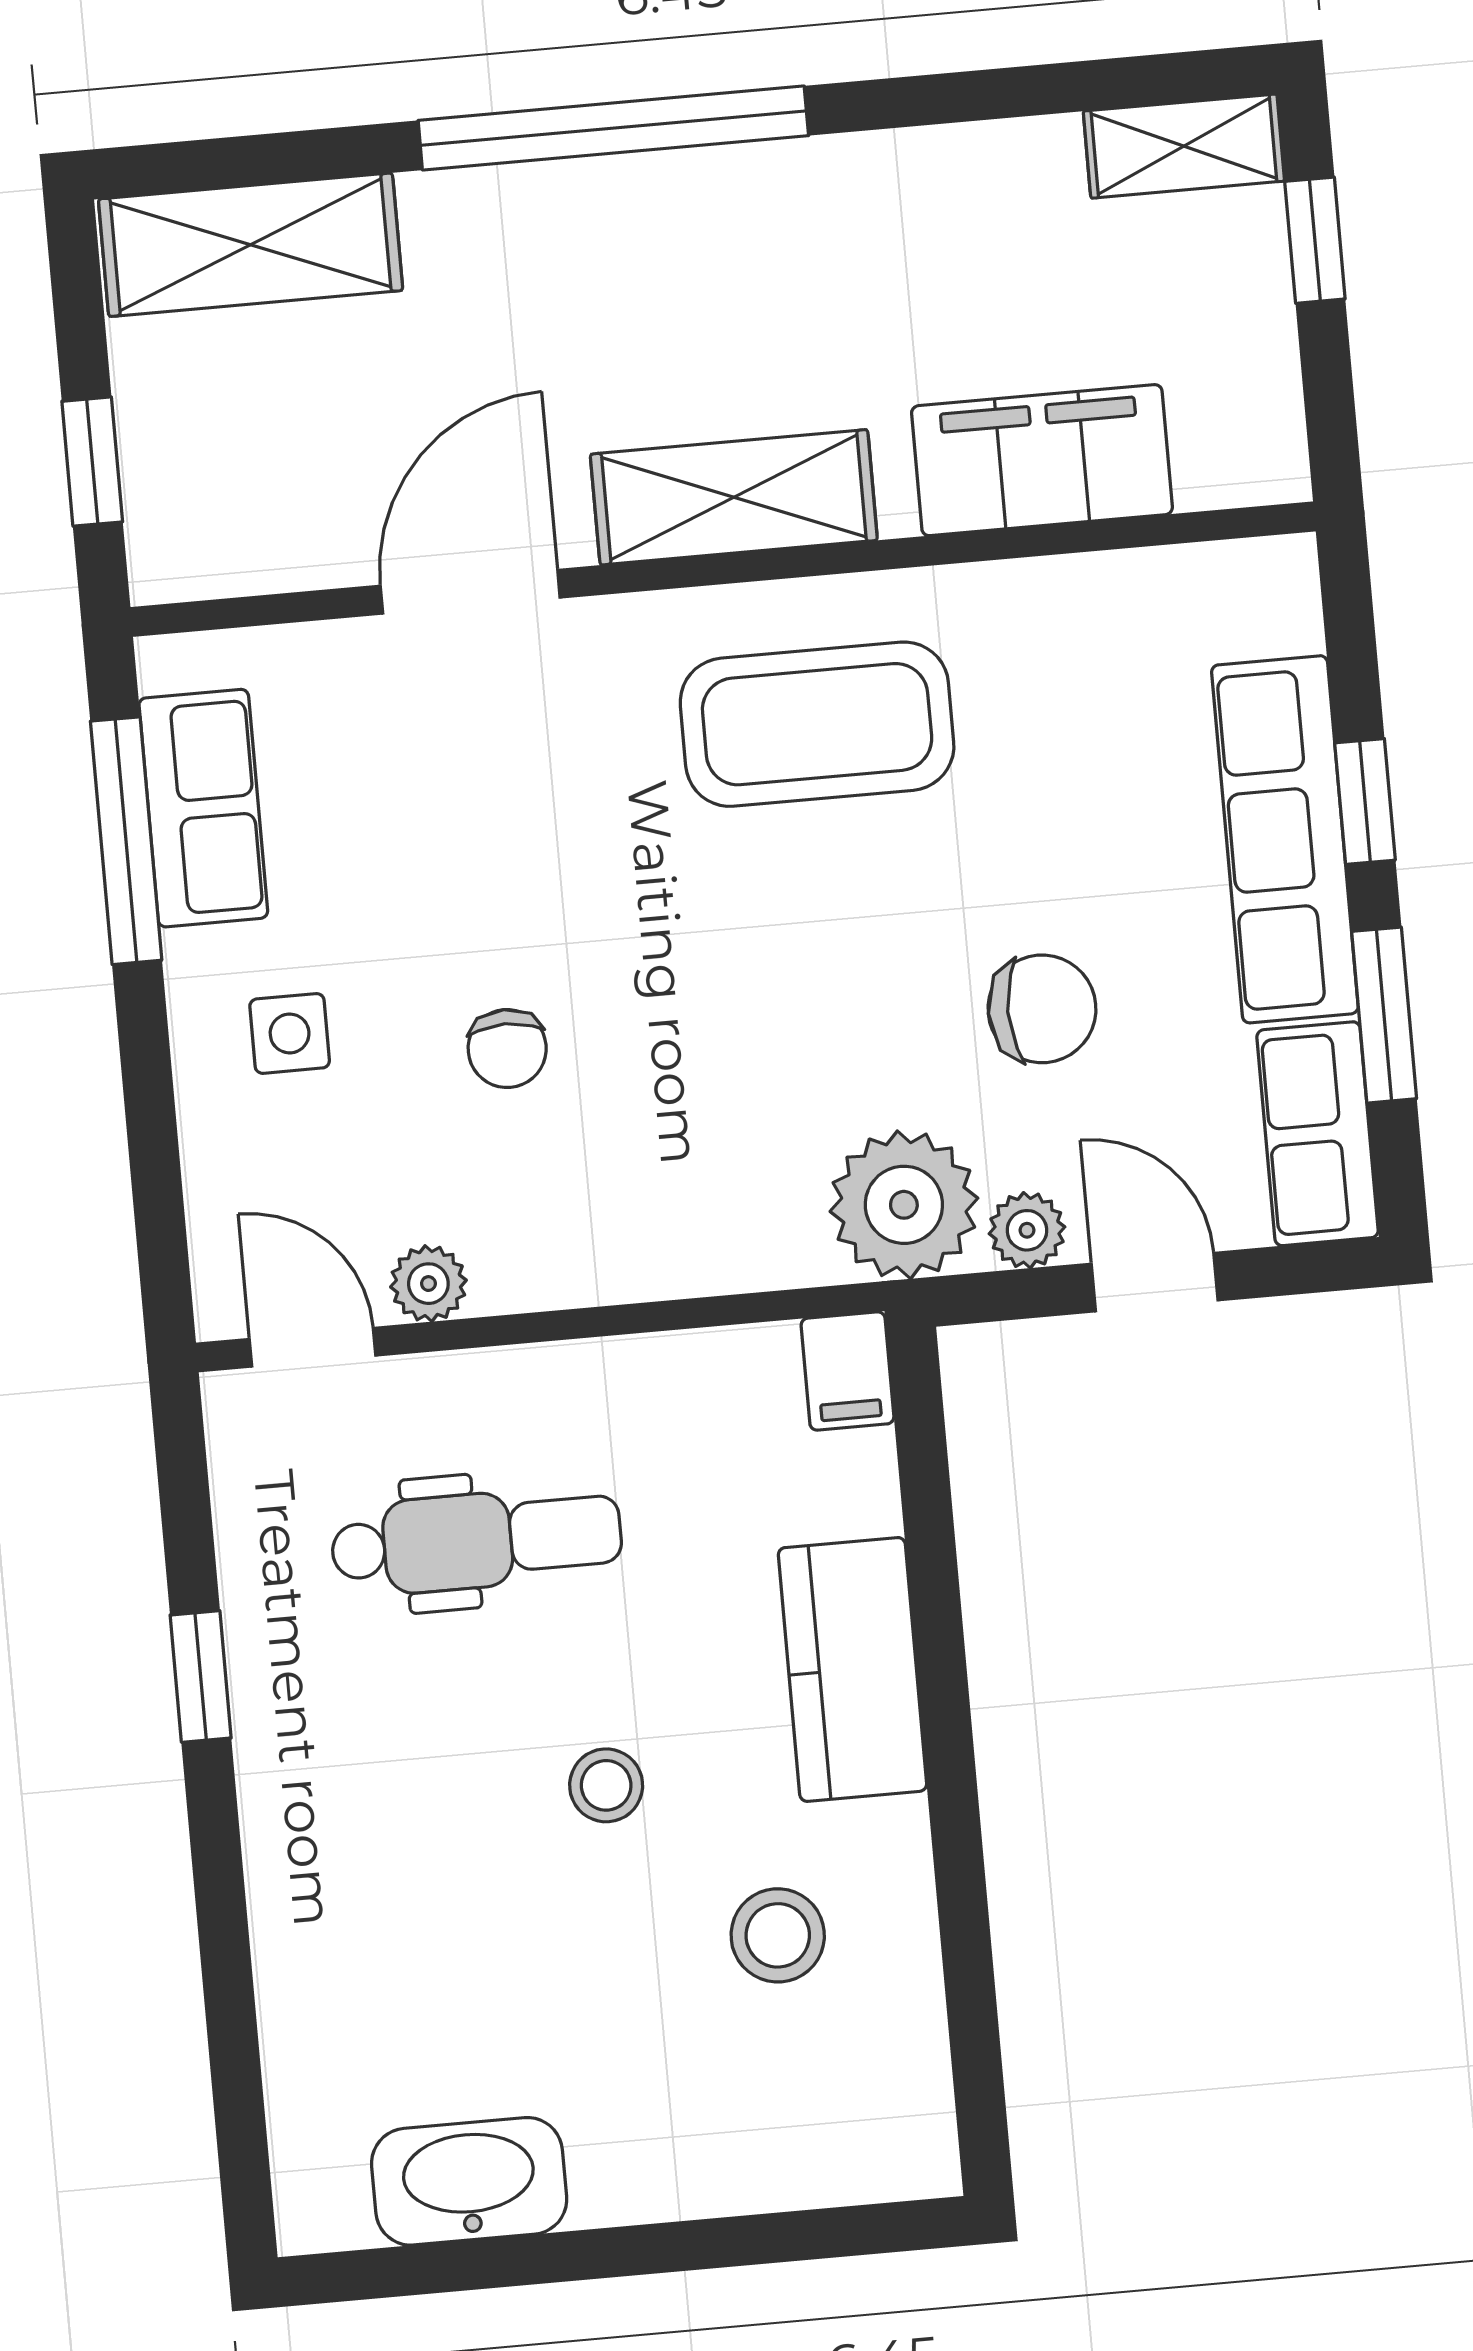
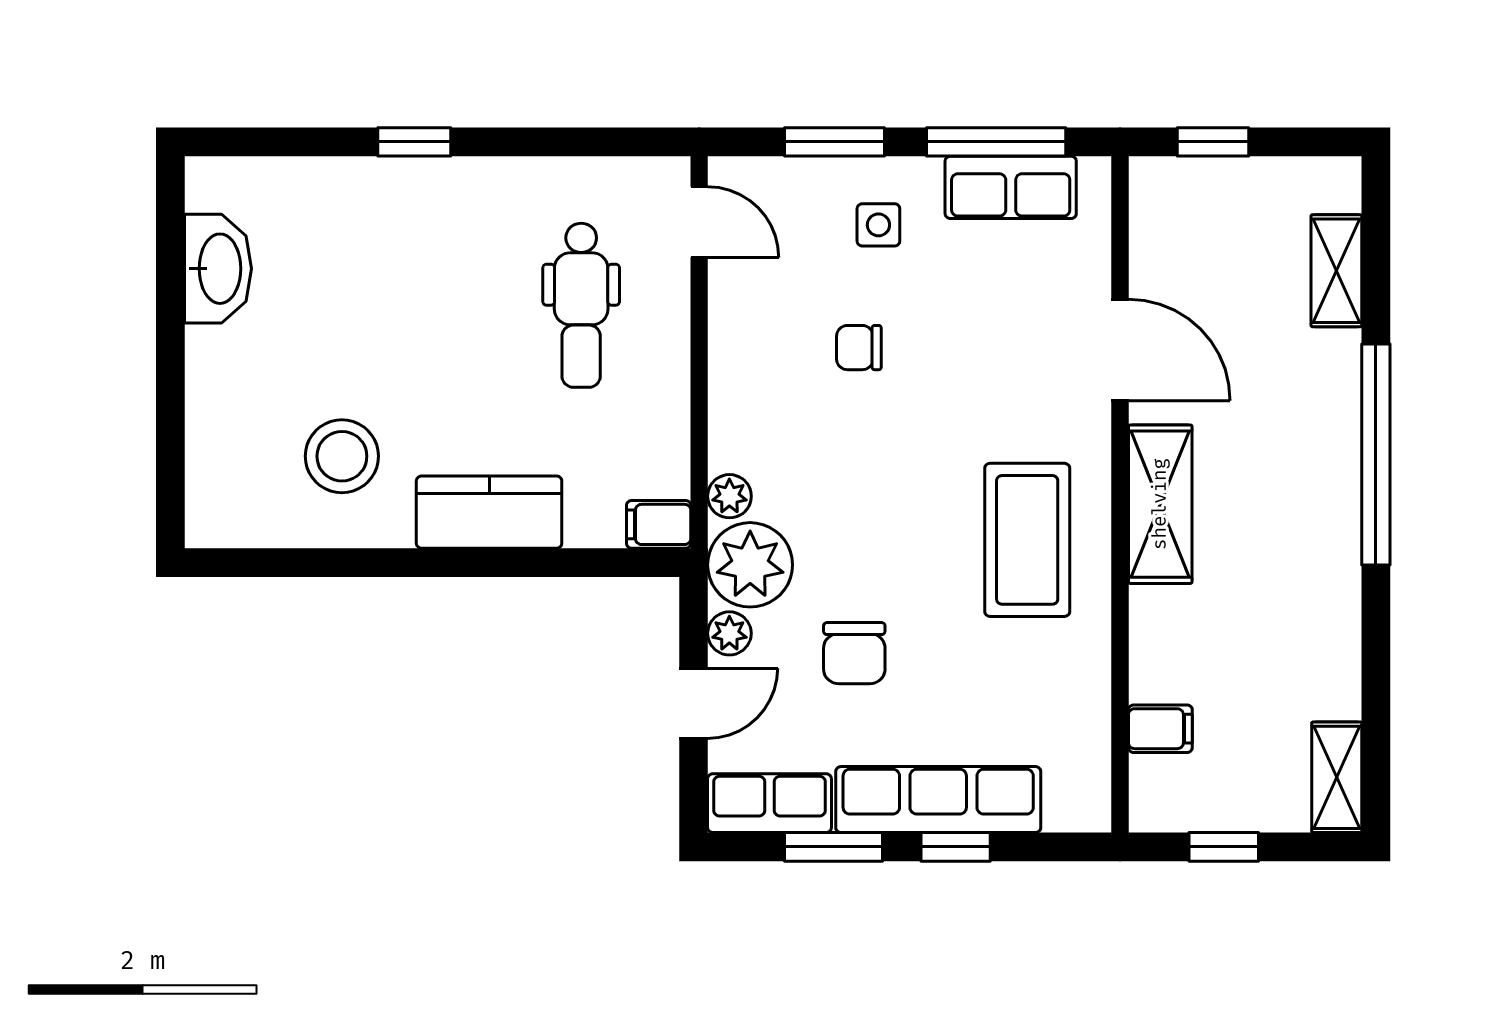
window: (1315, 240) -> (1224, 847), moved
shelving: (251, 245) -> (1336, 271), width x0.67, depth x0.75
filing cabinet: (1042, 460) -> (1160, 729), width x0.33, depth x0.86
window: (151, 1123) -> (834, 142), added
plant: (428, 1284) -> (729, 496), moved
door: (313, 1347) -> (699, 222), hinge flipped
window: (201, 1676) -> (414, 142), moved
stool: (606, 1785) -> (436, 366), removed
stool: (778, 1935) -> (342, 456), width x1.38, depth x1.38

